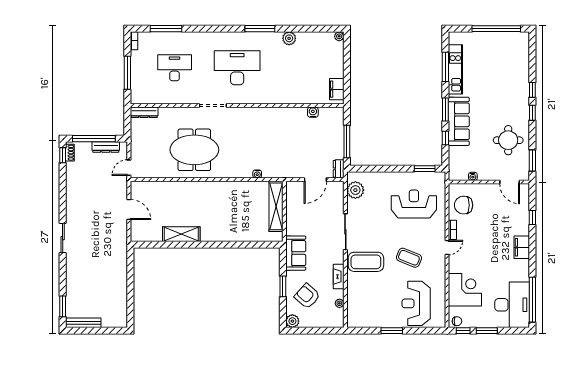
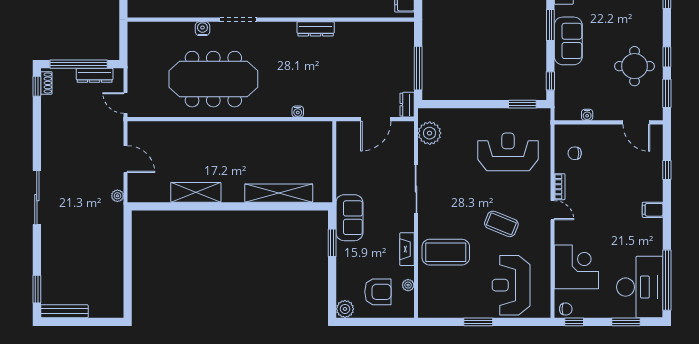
dresser: (144, 112) -> (316, 29), moved
water cooler: (313, 112) -> (202, 29), moved
window: (532, 113) -> (667, 57), moved
sofa: (459, 121) -> (568, 41), width x0.73
window: (445, 138) -> (550, 81), moved
meeting table: (194, 150) -> (213, 79), width x1.36
door: (129, 168) -> (126, 103), hinge flipped
chair: (464, 205) -> (575, 153), width x0.54, depth x0.54
shelving: (276, 206) -> (279, 193), moved, turned 90
plant: (123, 237) -> (117, 196), added
sliding door: (63, 238) -> (37, 198), width x1.37
filing cabinet: (522, 247) -> (653, 210), width x0.50
door: (447, 248) -> (552, 210), hinge flipped
coffee table: (366, 262) -> (446, 252), moved
window: (283, 286) -> (332, 243), moved
armchair: (307, 296) -> (378, 292), moved, turned 138
window: (487, 331) -> (626, 322), moved

